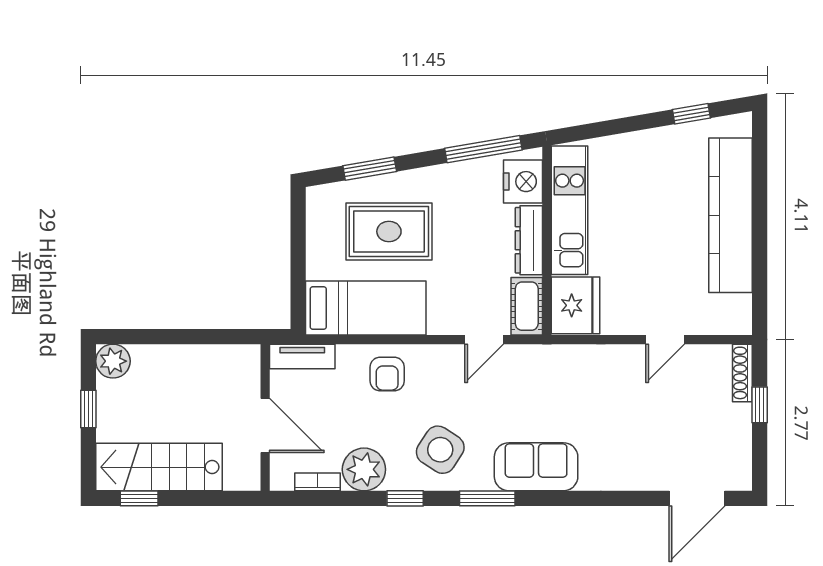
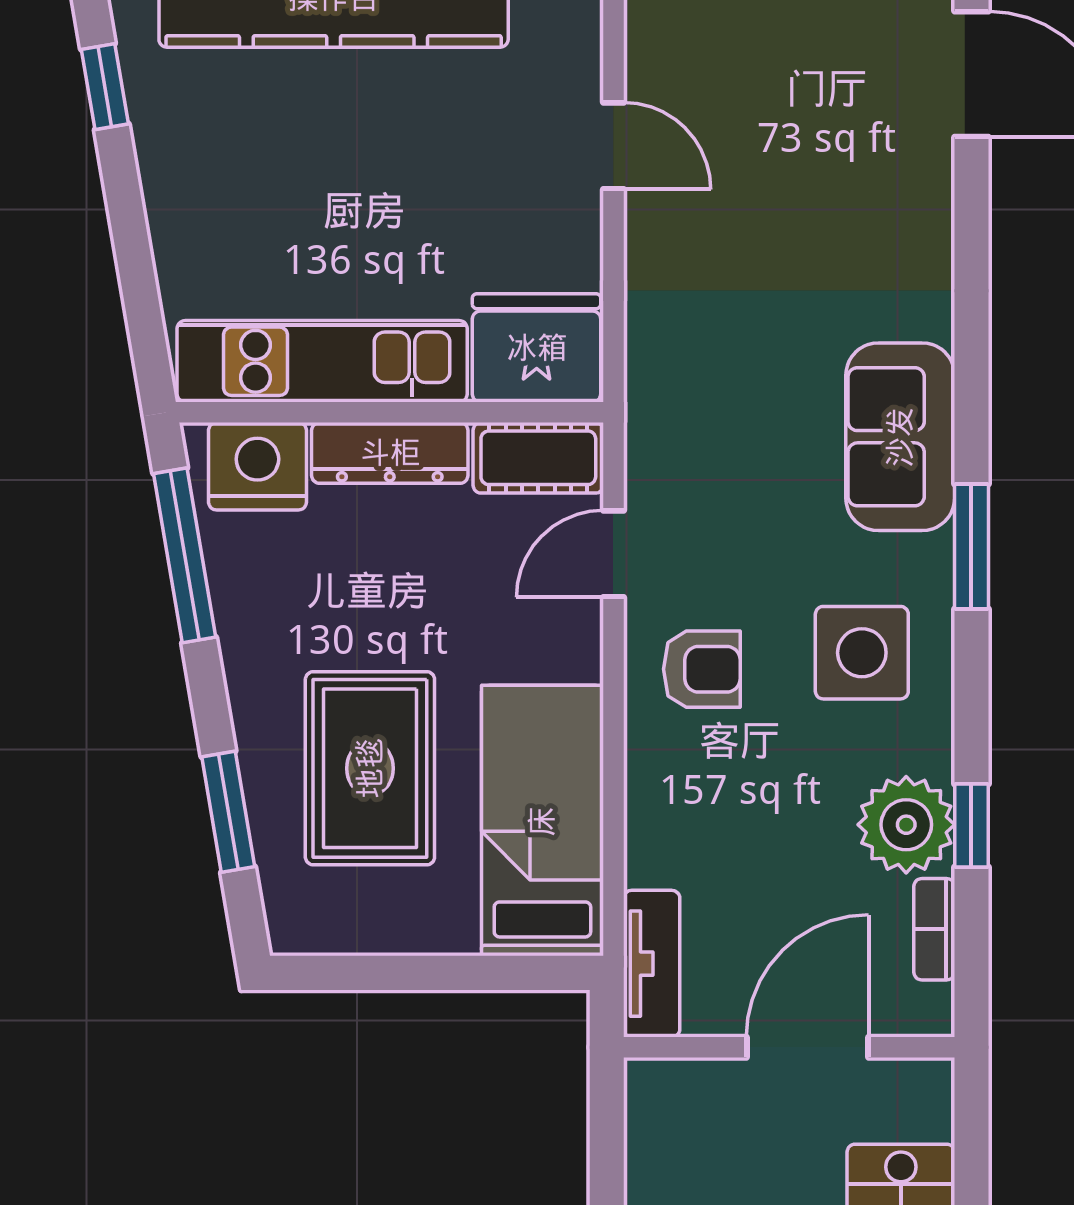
door: (484, 340) -> (613, 554), swing flipped
armchair: (387, 374) -> (702, 669), moved
side table: (440, 450) -> (862, 653), turned -33
window: (405, 498) -> (971, 825), moved

